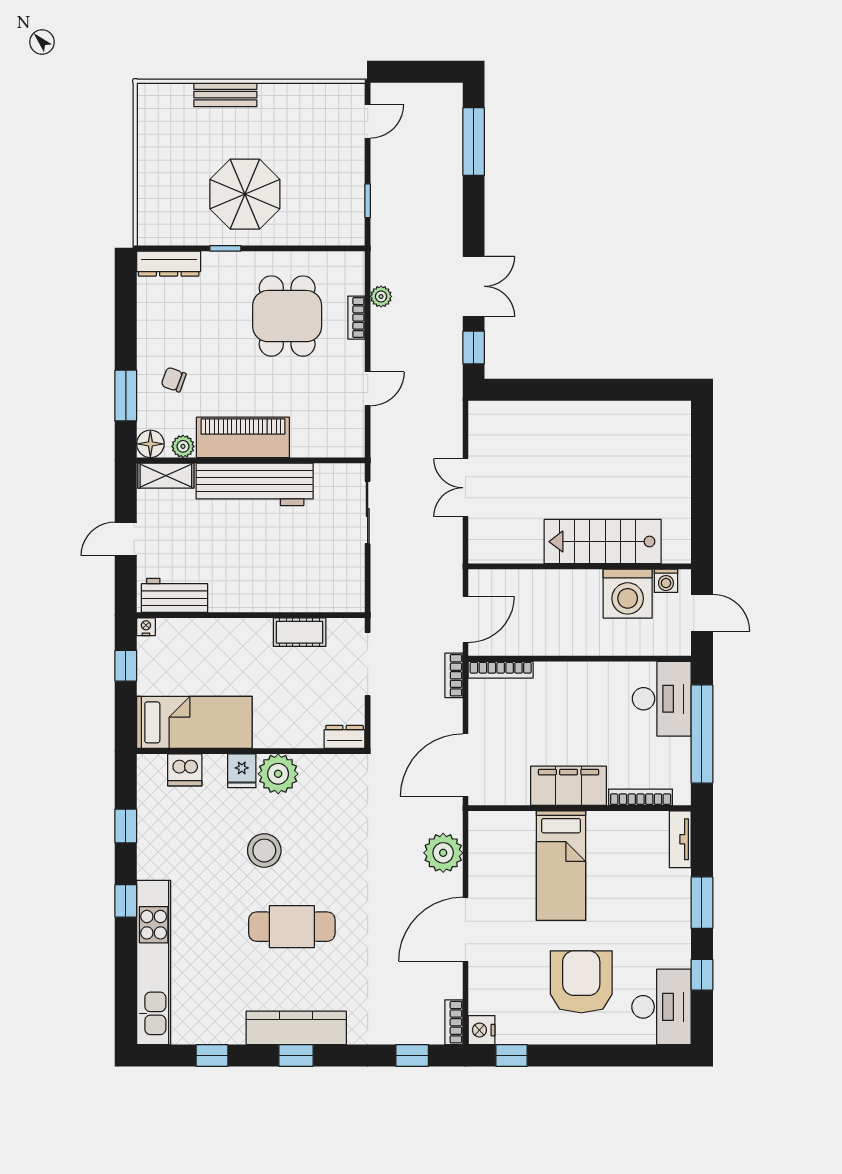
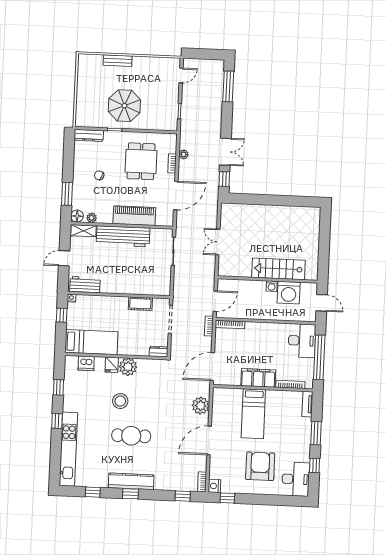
chair: (174, 380) -> (99, 175), moved
door: (368, 389) -> (176, 196), width x1.87
piano: (243, 437) -> (134, 216), moved
washing machine: (666, 581) -> (272, 286), moved

